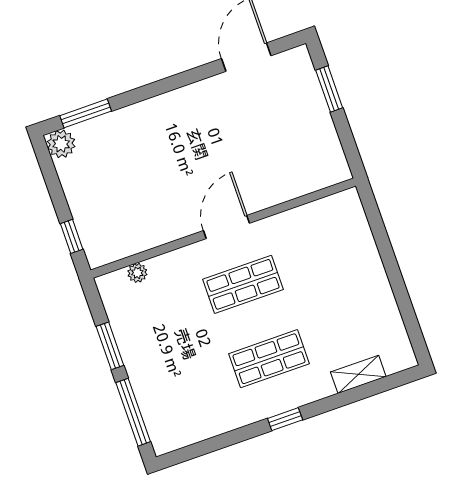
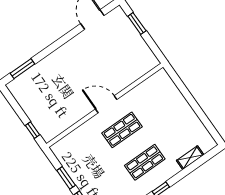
plant: (61, 144) -> (15, 87), removed
door: (227, 227) -> (106, 104), hinge flipped
plant: (137, 273) -> (69, 139), removed

